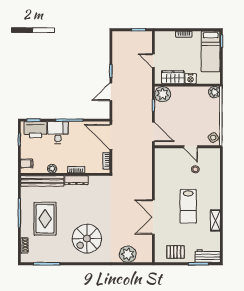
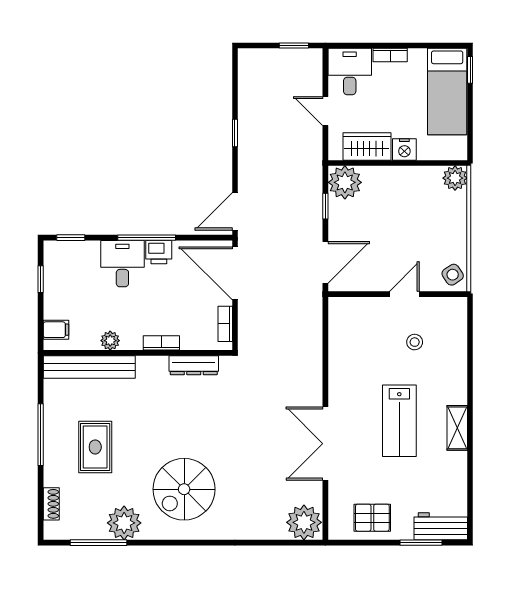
desk: (165, 42) -> (350, 72), added
door: (111, 92) -> (235, 211), moved
printer: (35, 130) -> (159, 252), moved, width x0.53, depth x0.68
door: (153, 132) -> (325, 262), hinge flipped
door: (191, 147) -> (404, 294), swing flipped
dresser: (76, 180) -> (194, 365), moved
rug: (45, 219) -> (95, 447), width x0.73, depth x0.70
shelving: (215, 220) -> (457, 428), moved
plant: (59, 254) -> (124, 523), added
plant: (128, 254) -> (304, 522), moved

